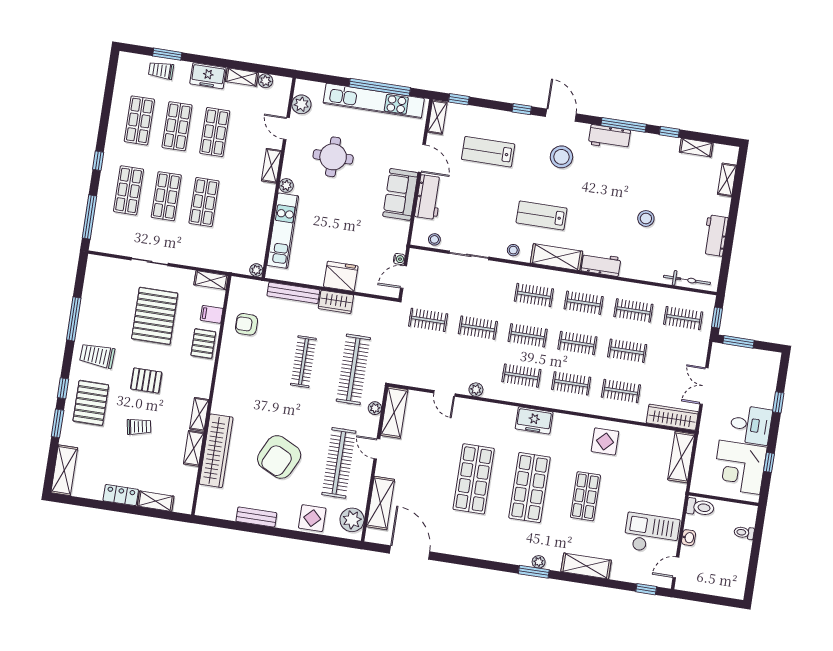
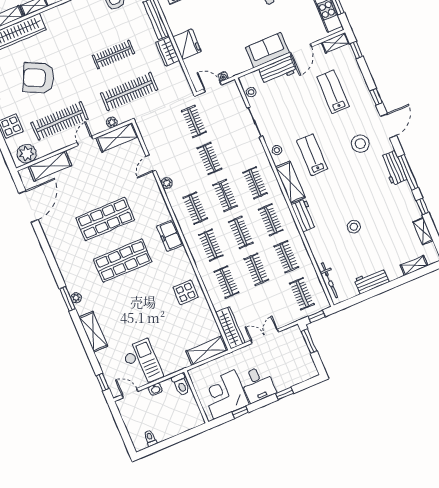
shop shelf: (585, 496) -> (140, 302), removed
toilet: (744, 533) -> (150, 438), moved

